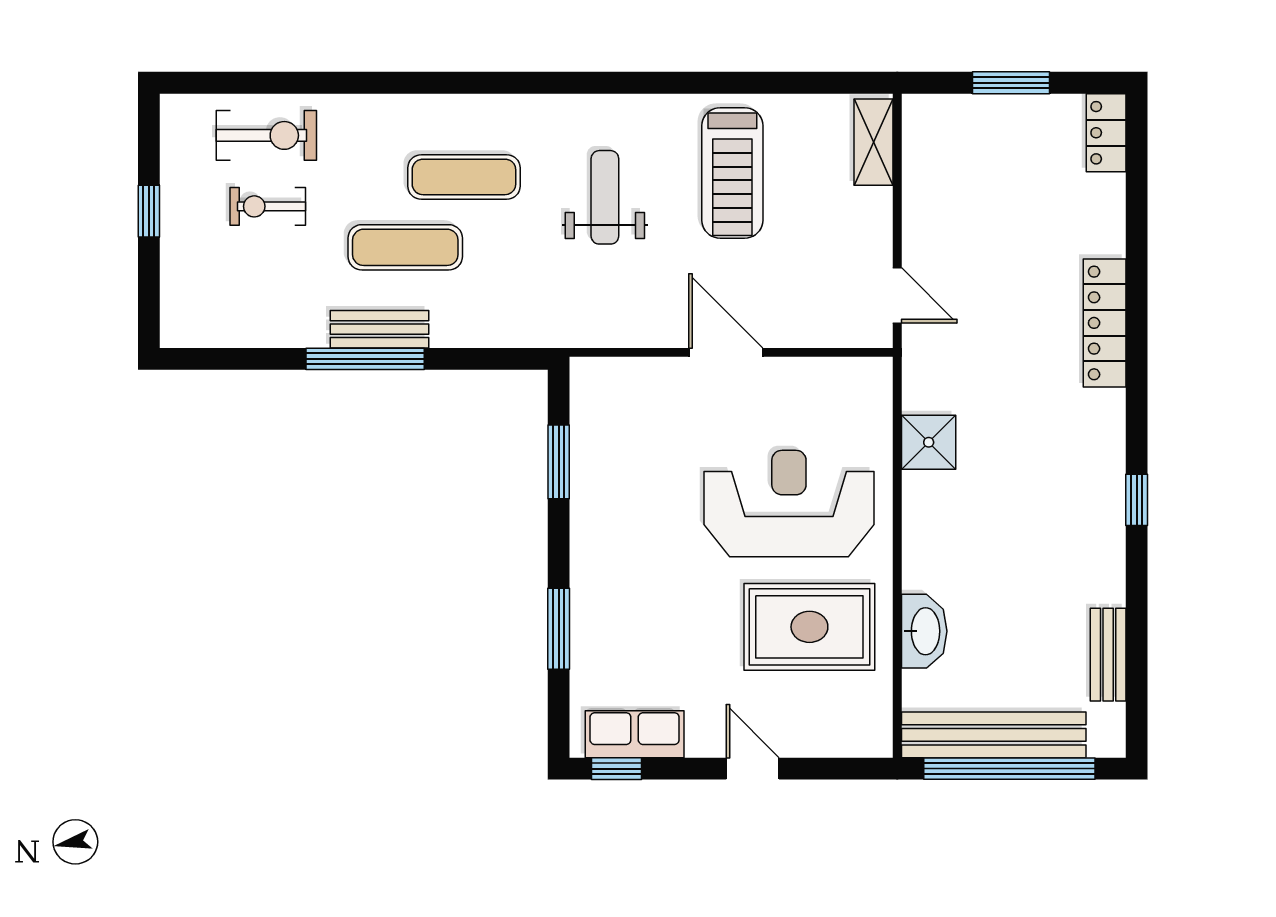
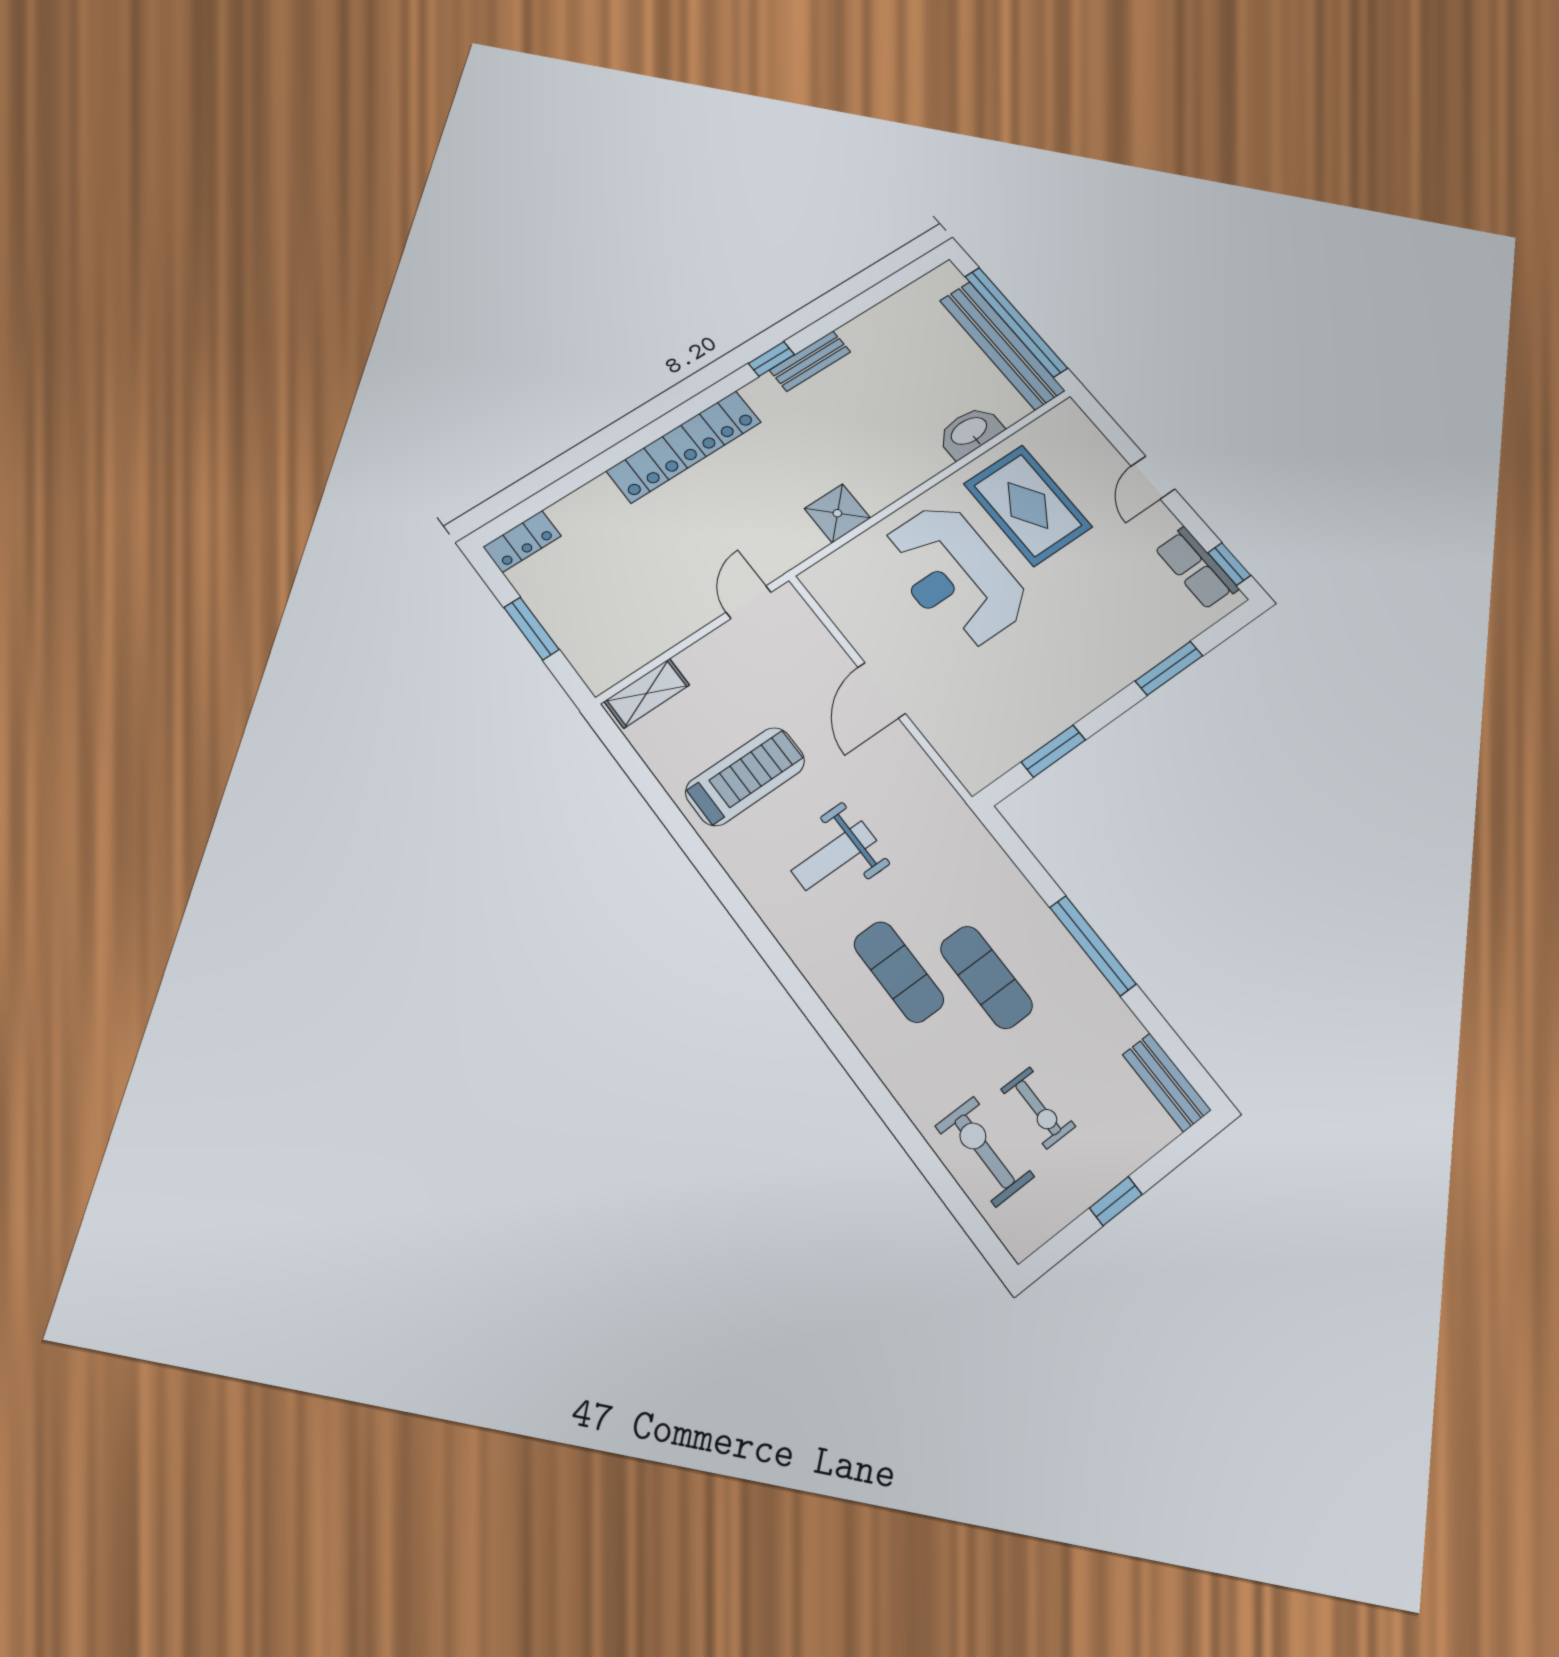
locker: (1105, 323) -> (684, 446), width x1.41, depth x1.21
bench: (380, 329) -> (1167, 1082), moved
bench: (1108, 655) -> (810, 361), moved

